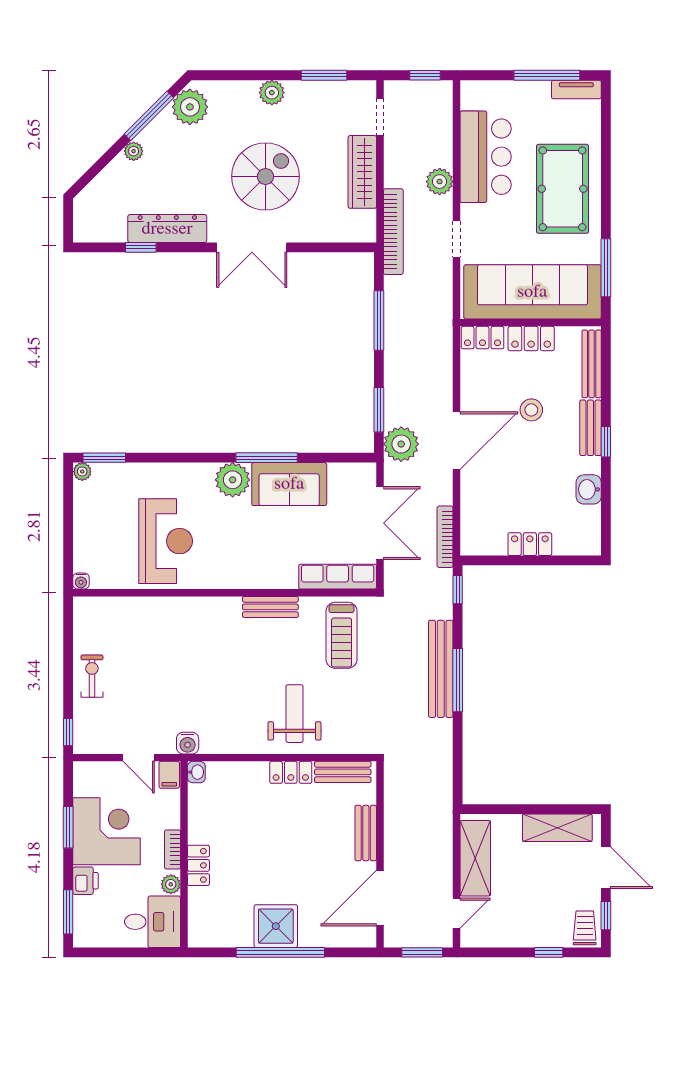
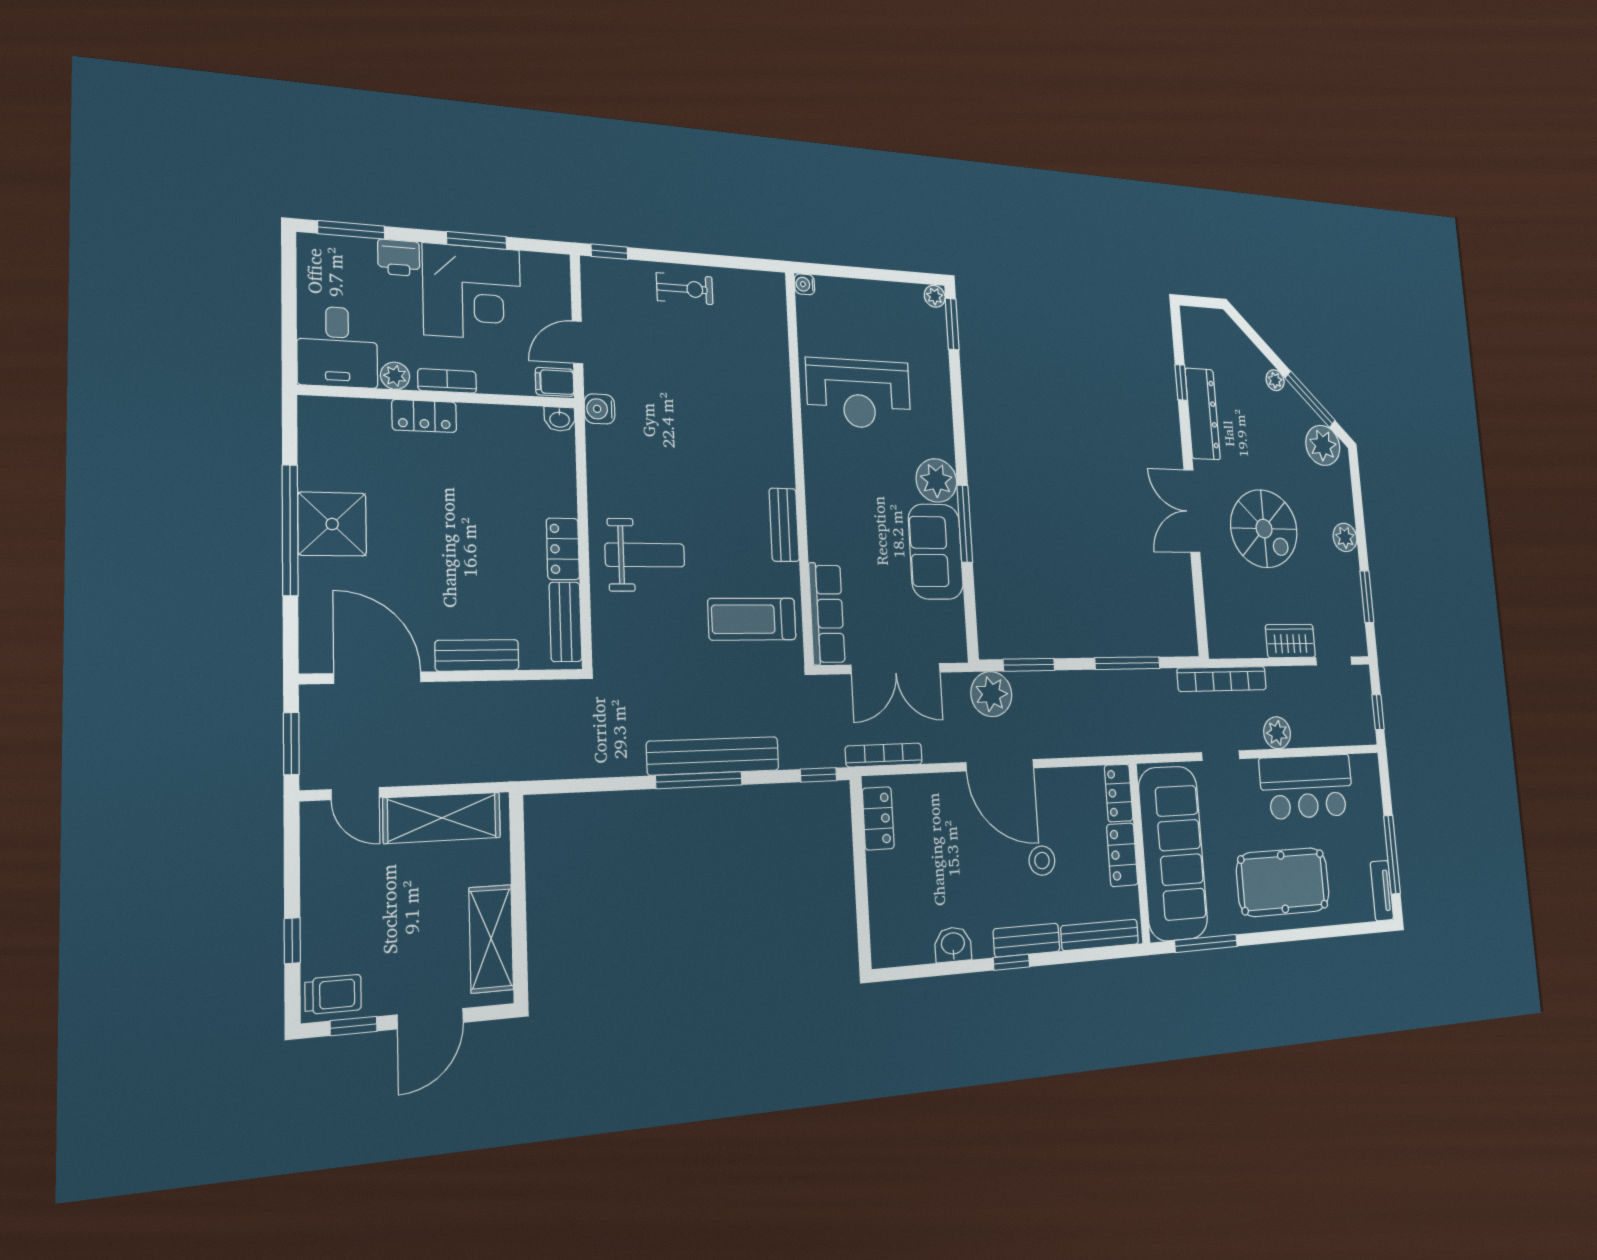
wardrobe: (362, 172) -> (1290, 641), width x0.67
locker: (530, 544) -> (878, 818), moved

